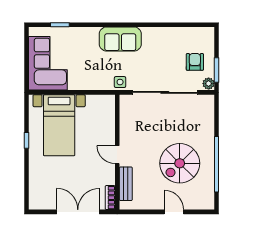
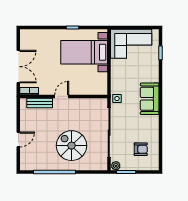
armchair: (195, 62) -> (141, 149), moved
spiral stairs: (180, 163) -> (71, 146), moved

